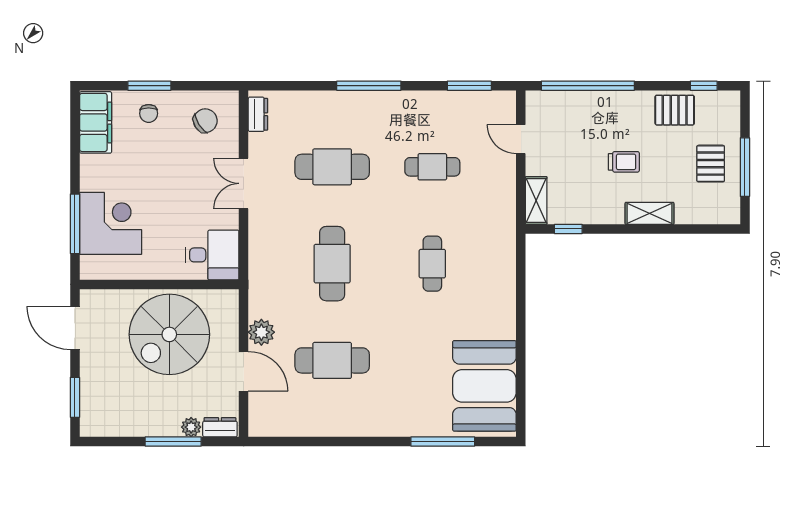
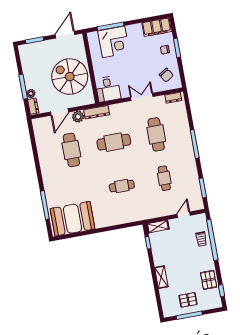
trolley: (624, 162) -> (201, 239), moved
dresser: (259, 289) -> (97, 112), added

